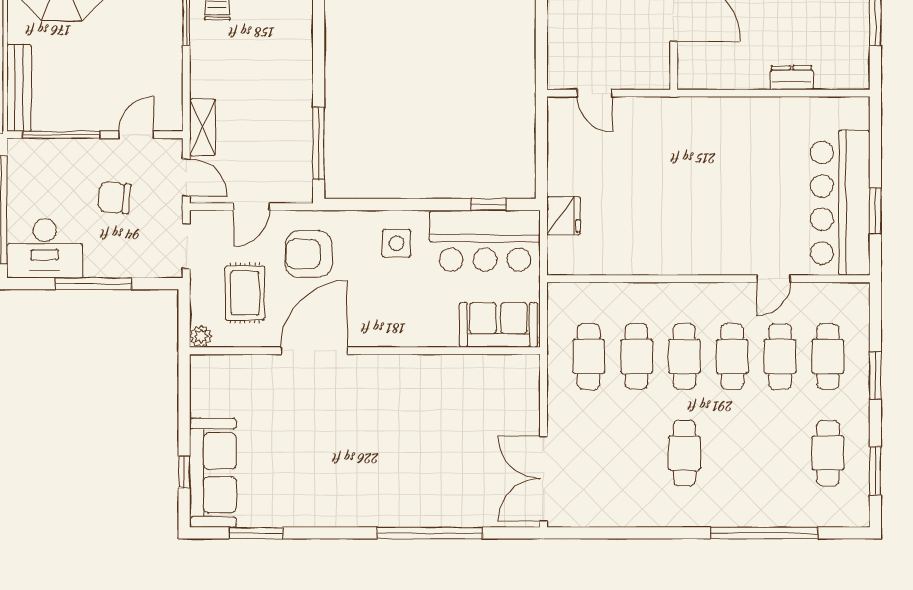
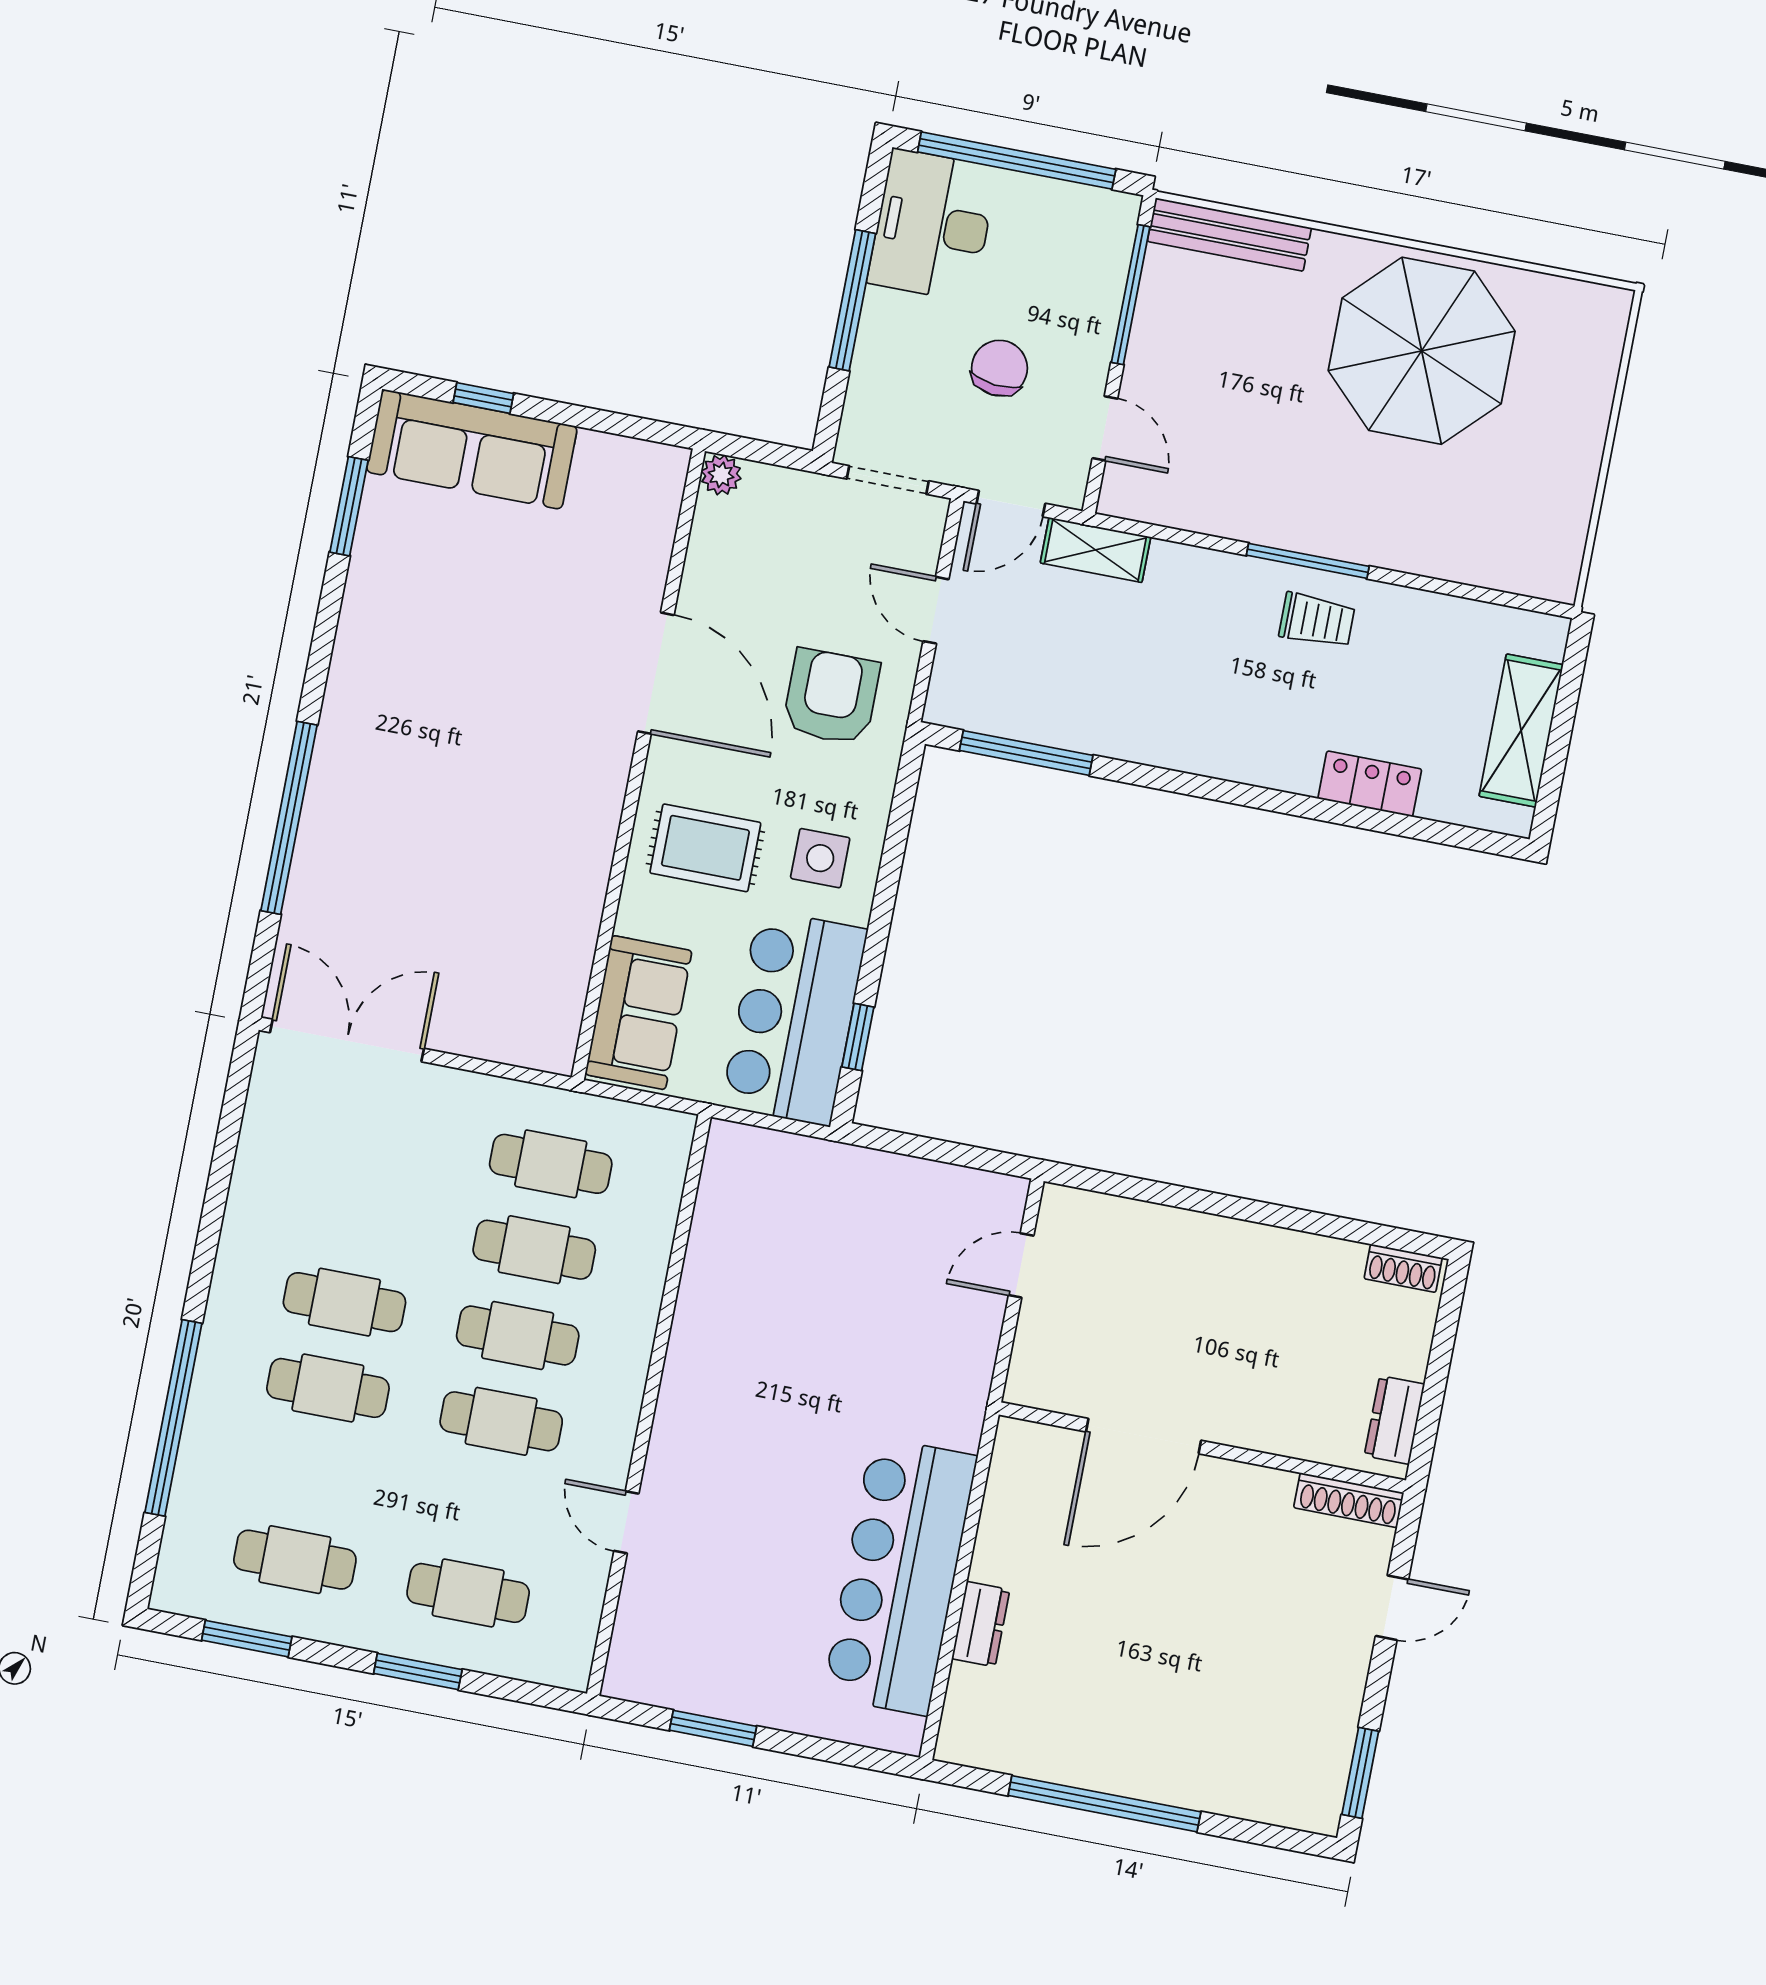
bar counter: (840, 203) -> (900, 1576), moved, turned -90
fridge: (564, 216) -> (812, 1167), removed
rug: (245, 293) -> (705, 848), moved
cafe table: (780, 356) -> (328, 1388), moved

